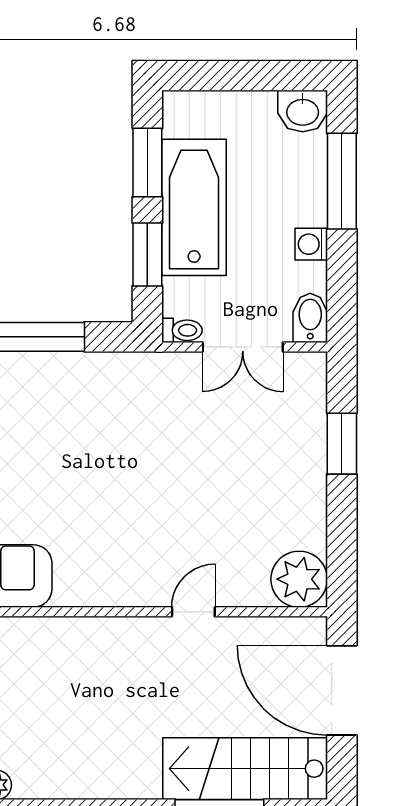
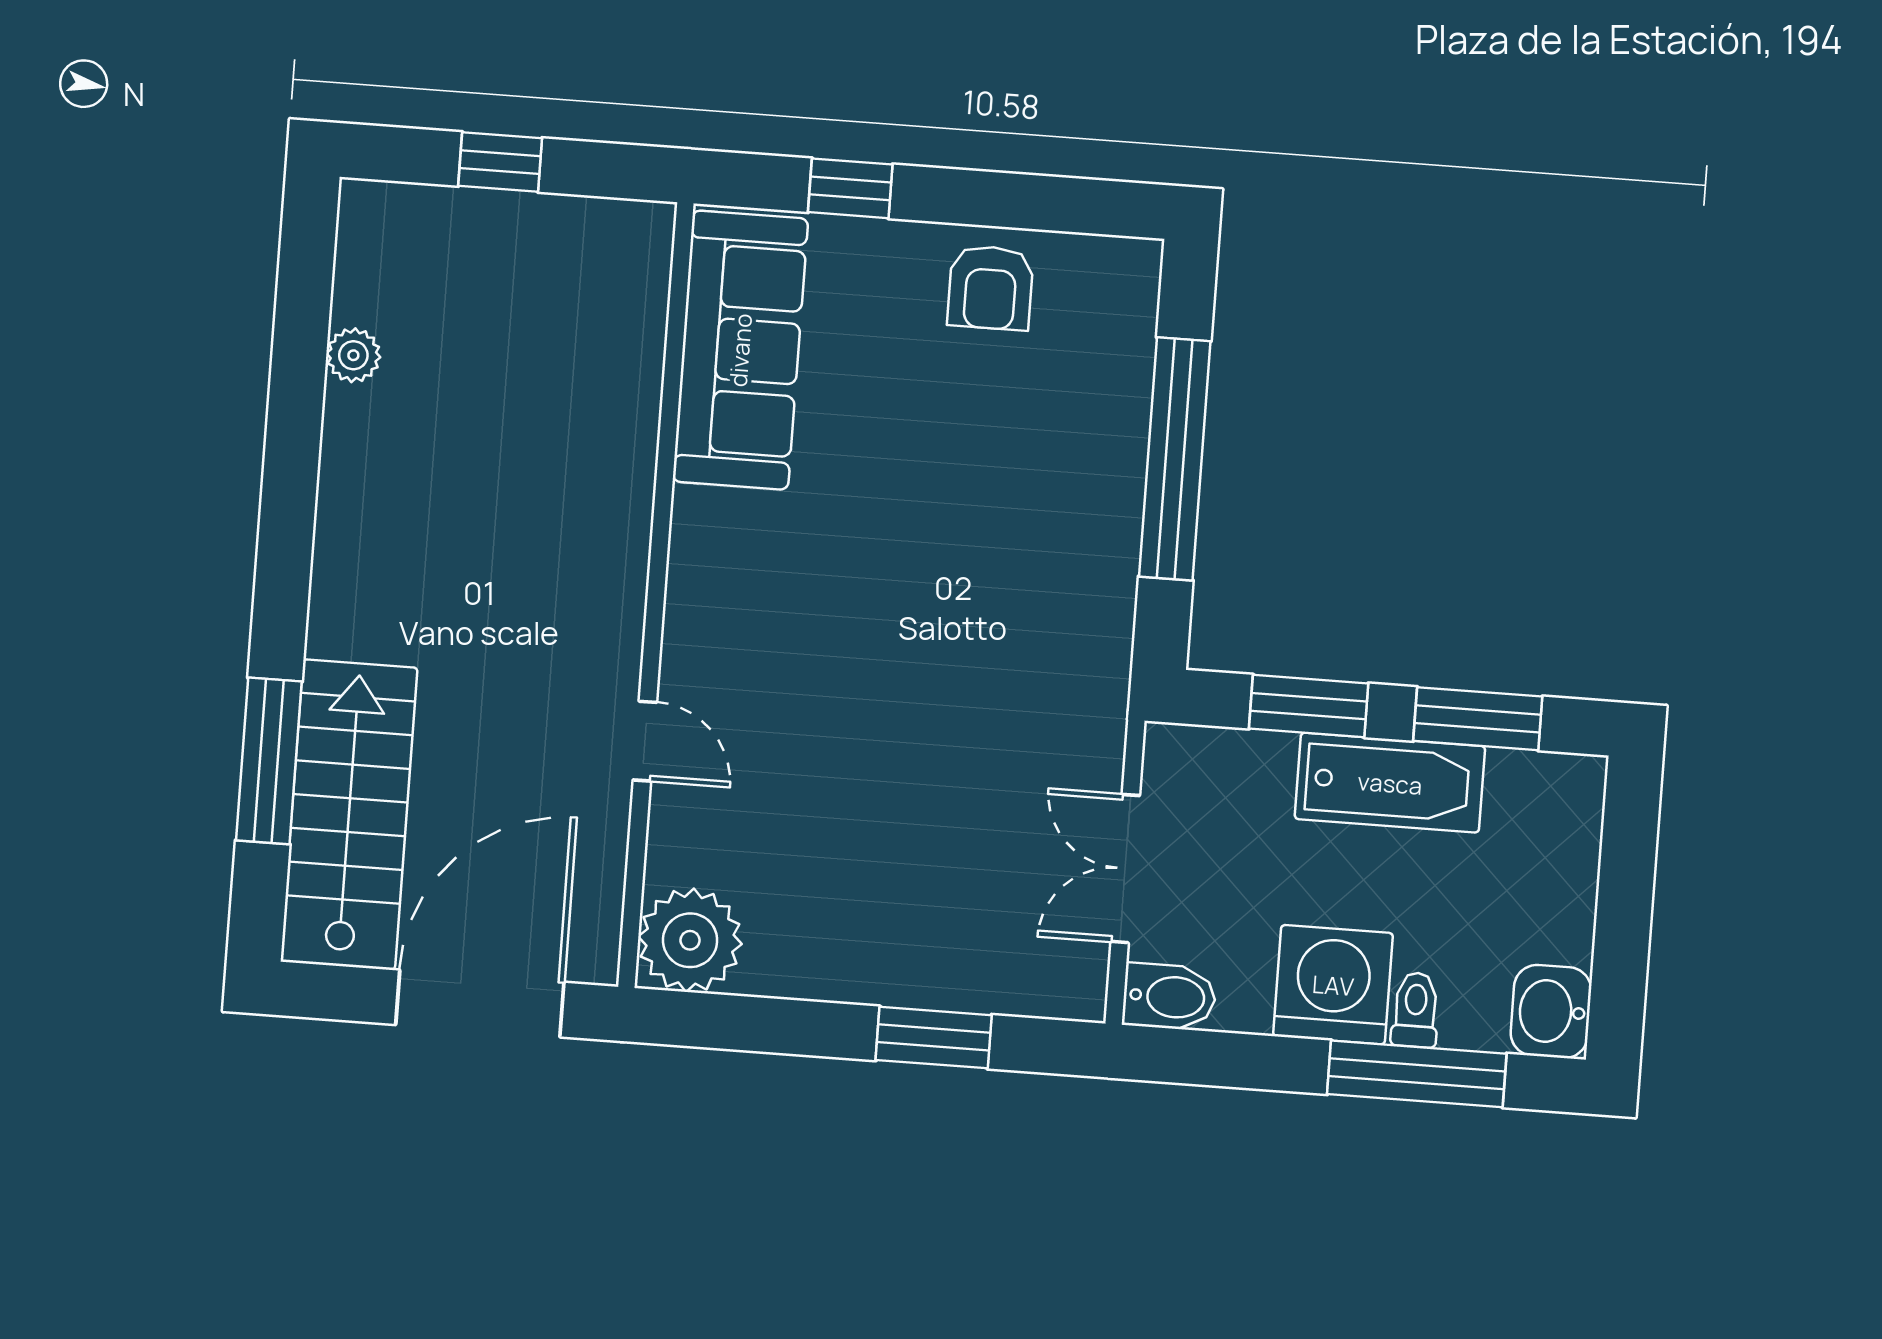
bathtub: (194, 207) -> (1390, 783), width x0.73, depth x0.73
washing machine: (311, 244) -> (1333, 985), width x1.89, depth x1.89
toilet: (182, 330) -> (1415, 1010), moved, turned 180

